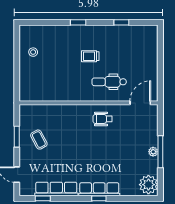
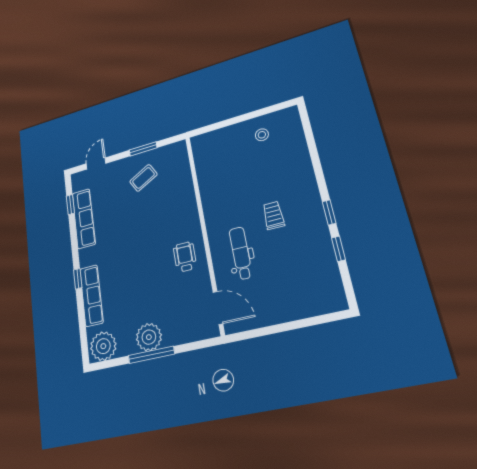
window: (78, 22) -> (329, 212), moved
plant: (153, 152) -> (149, 337), width x1.88, depth x1.88
row of seats: (99, 189) -> (91, 296), moved

